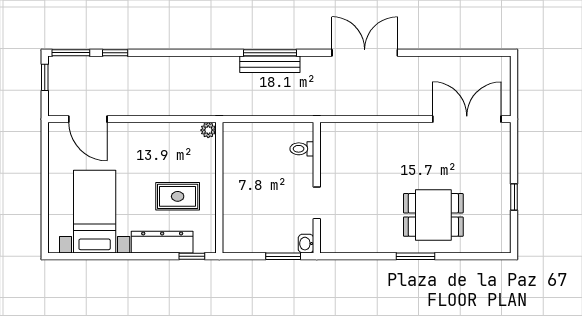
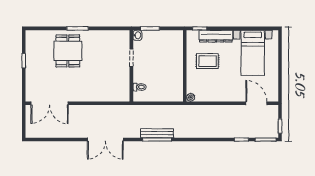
dining table: (433, 215) -> (68, 51), turned 90

